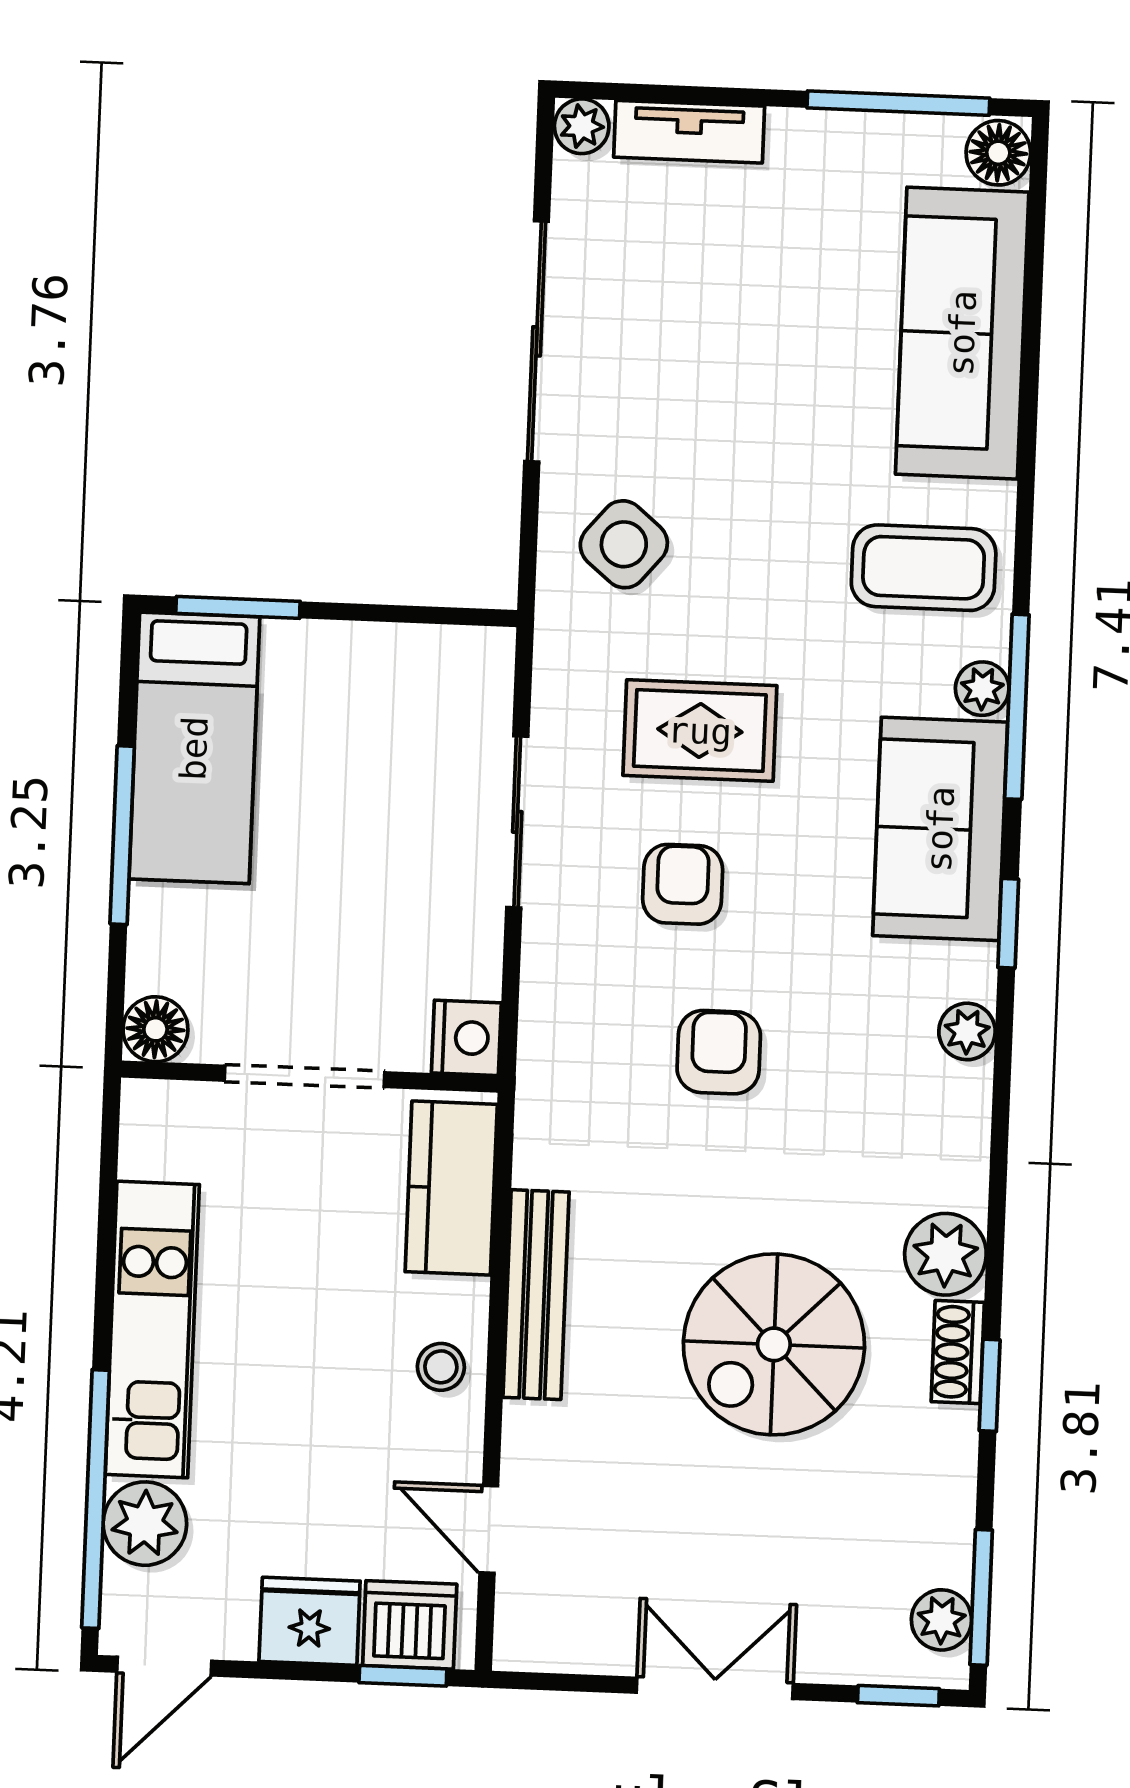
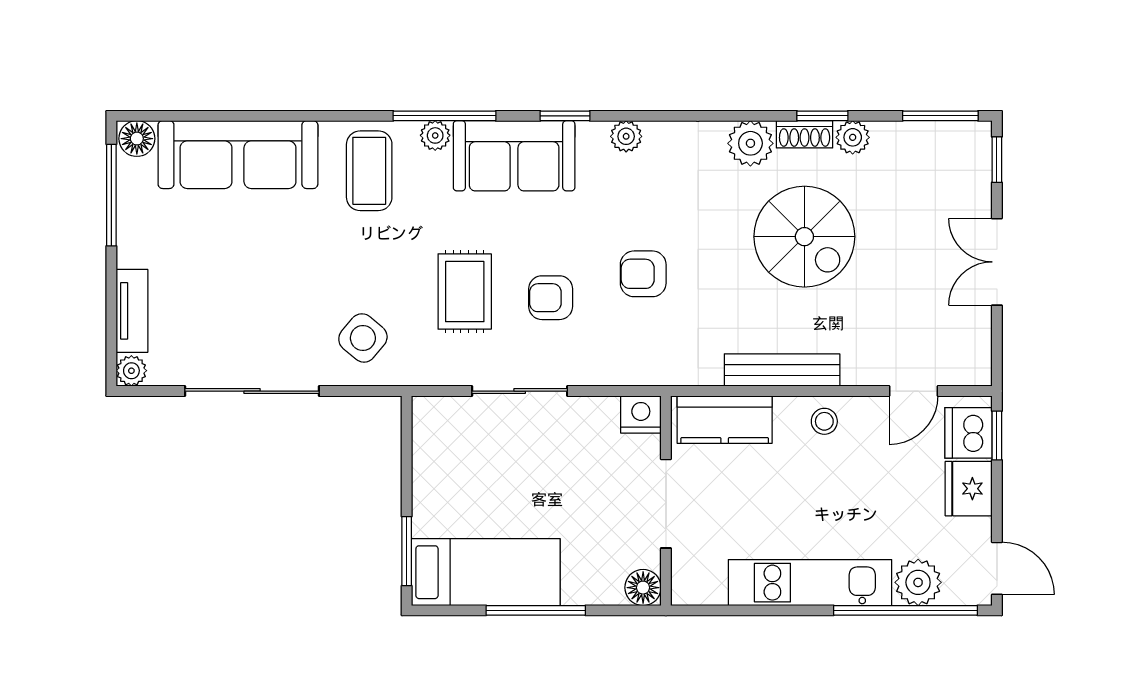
plant: (941, 1620) -> (853, 137), moved

